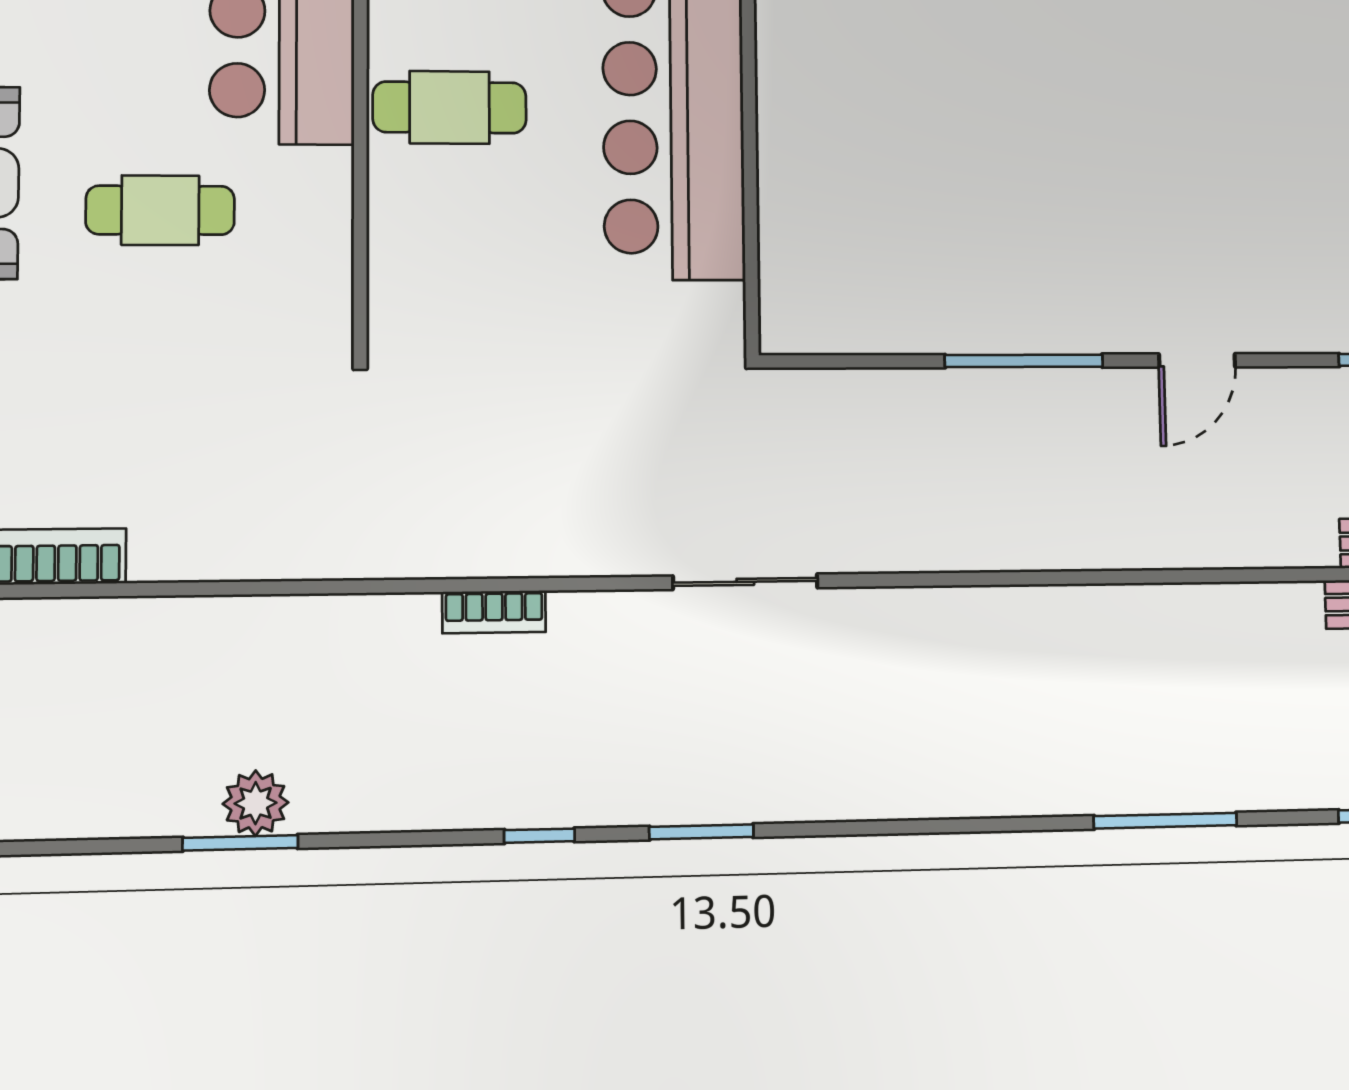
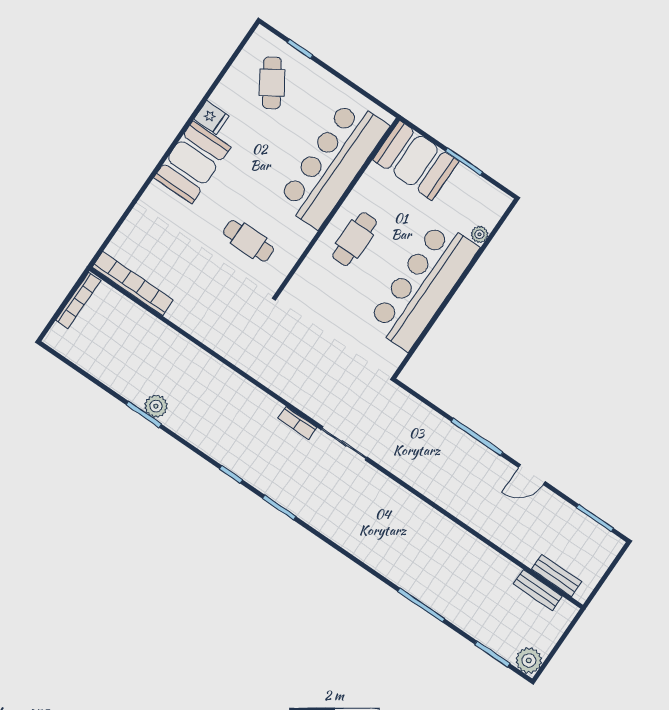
cafe table: (450, 107) -> (355, 239), turned 90
cafe table: (160, 210) -> (249, 241), moved
bookcase: (494, 612) -> (297, 423), moved

